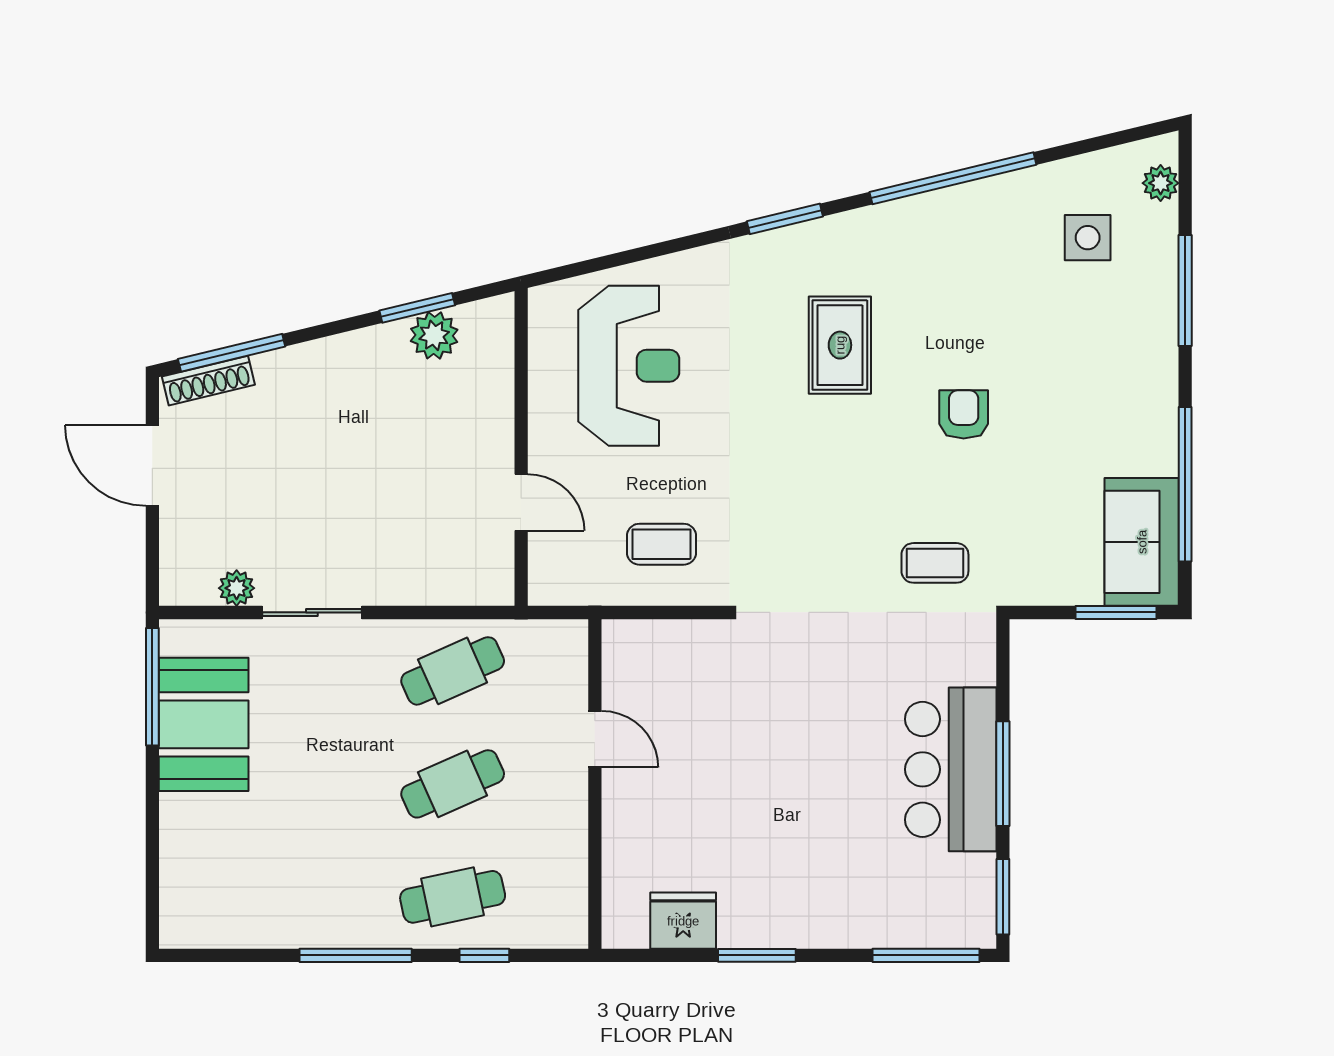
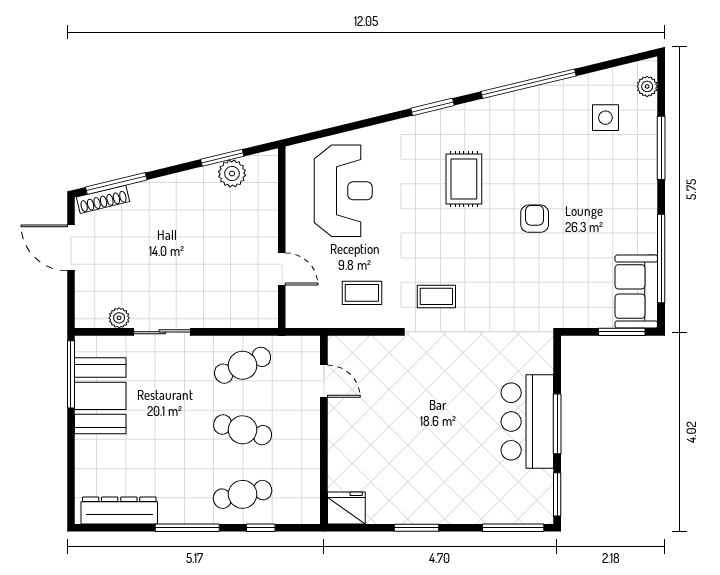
coffee table: (935, 563) -> (436, 296), moved
door: (595, 739) -> (324, 381), moved
cafe table: (453, 784) -> (243, 430), turned 39
fridge: (683, 921) -> (346, 508), moved
dresser: (237, 925) -> (119, 510), added

